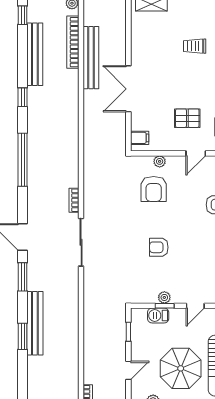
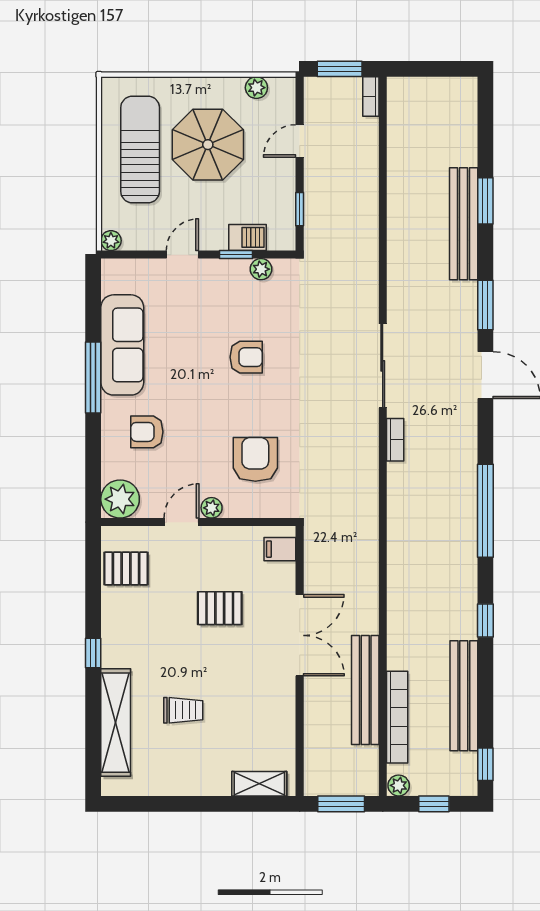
pallet: (187, 118) -> (220, 608), moved
plant: (160, 161) -> (212, 508), moved
plant: (164, 297) -> (261, 269), moved

